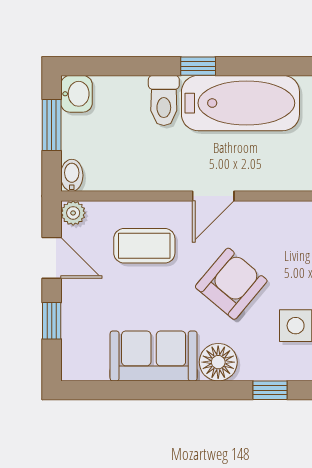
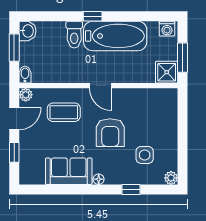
door: (213, 196) -> (101, 86), hinge flipped
door: (52, 258) -> (14, 119), hinge flipped
armchair: (231, 284) -> (110, 133), turned 140
floor lamp: (218, 362) -> (99, 179), width x0.53, depth x0.53

